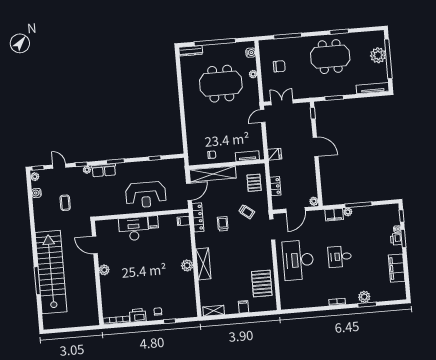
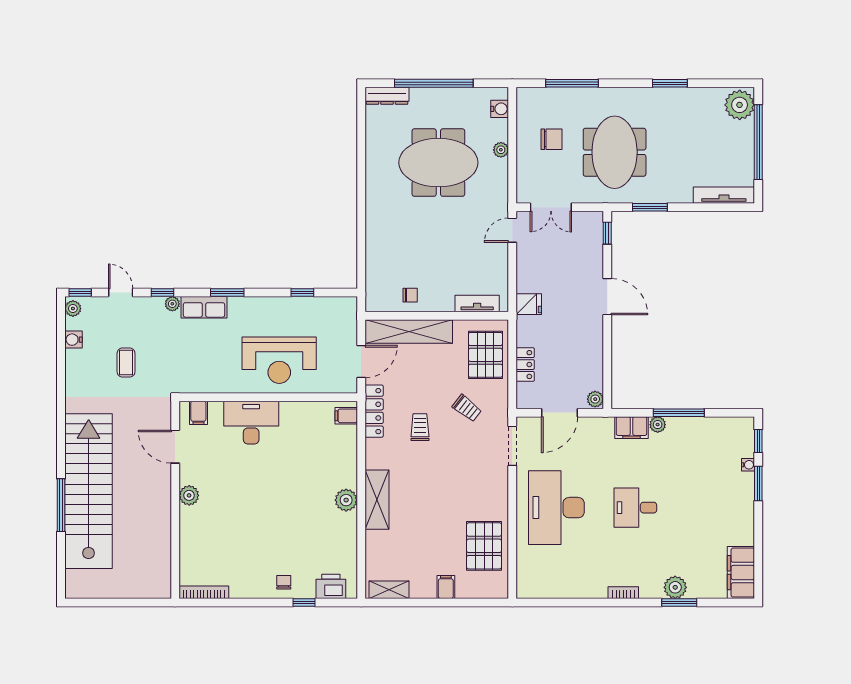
plant: (378, 55) -> (740, 105), moved
meeting table: (330, 57) -> (615, 152), moved, turned 90
double door: (282, 102) -> (551, 207), swing flipped
pallet: (254, 183) -> (485, 355), width x1.50, depth x1.42
filing cabinet: (153, 222) -> (198, 413), moved
printer: (396, 239) -> (745, 484), removed
filing cabinet: (397, 268) -> (741, 573), moved
printer: (138, 315) -> (331, 586), moved

